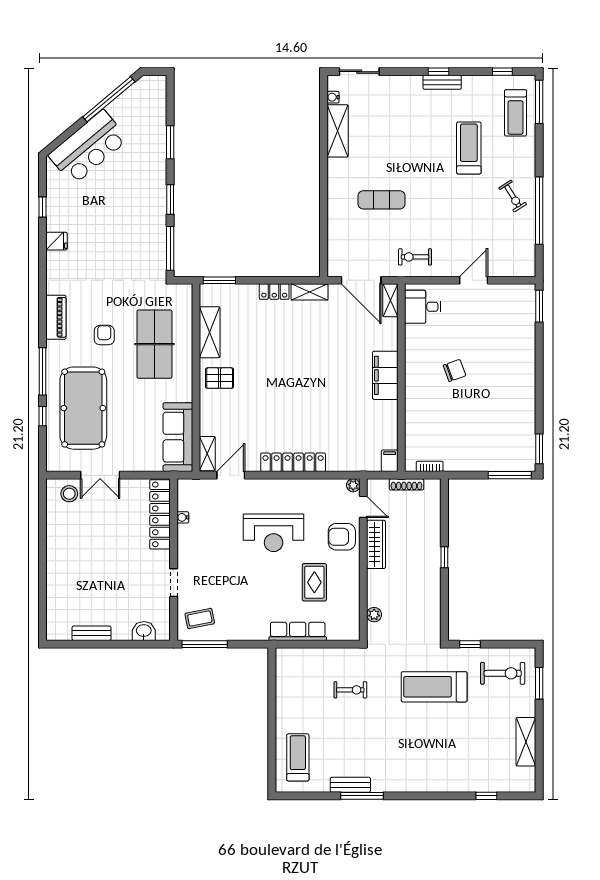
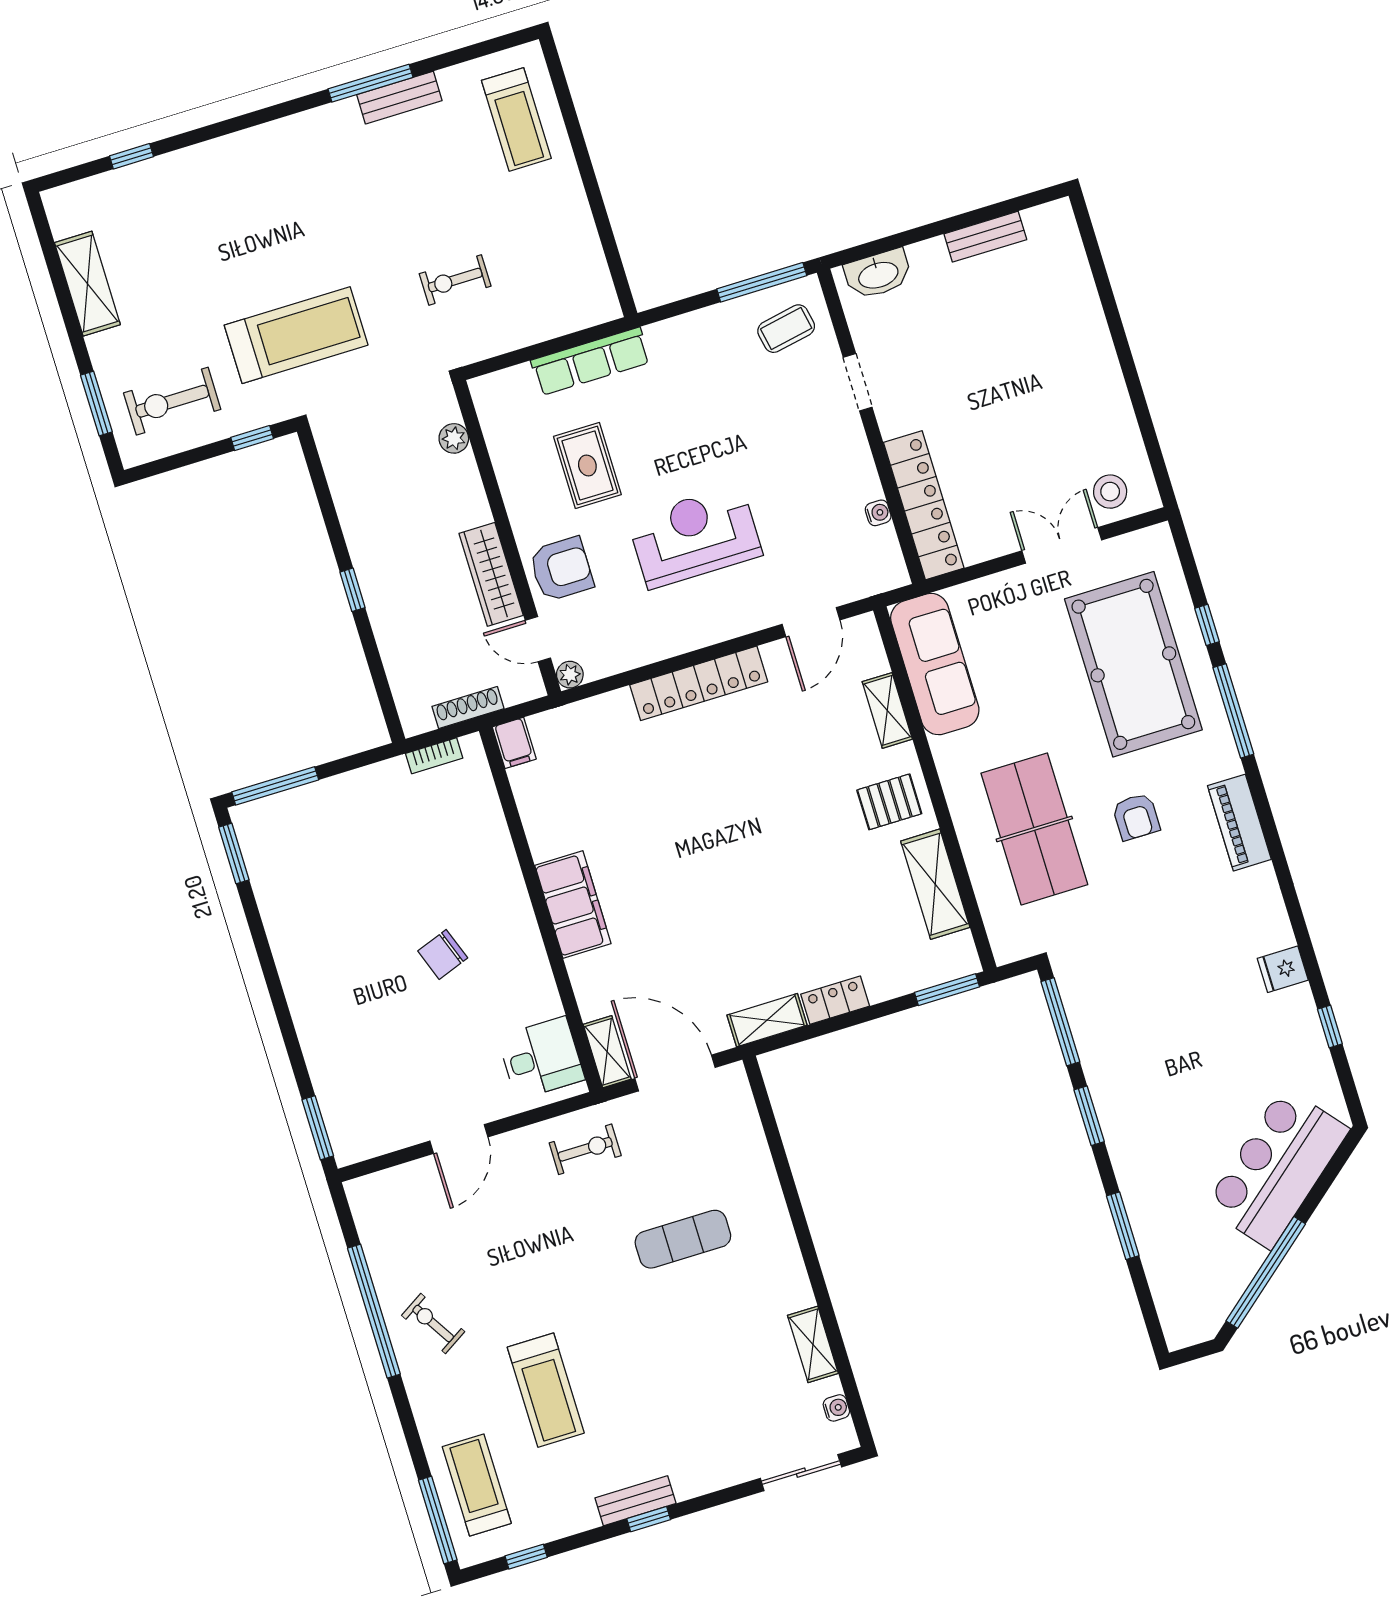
shelving: (338, 131) -> (813, 1344), width x0.67, depth x0.75
shelving: (207, 454) -> (887, 710), moved
washbasin: (144, 631) -> (878, 274), width x1.38

